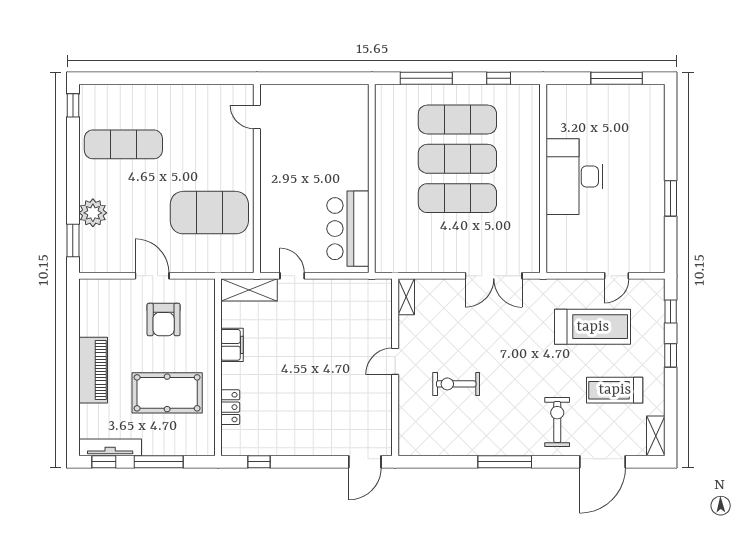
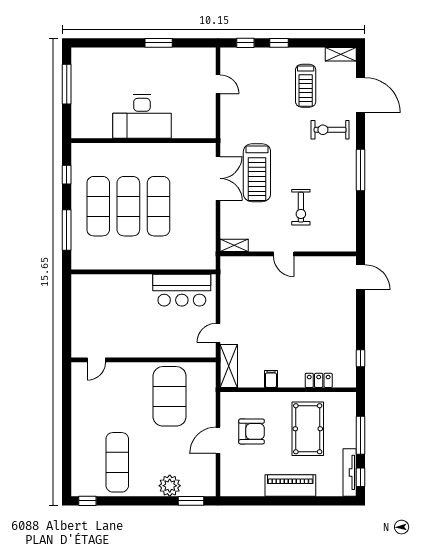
treadmill: (593, 327) -> (257, 173), moved, turned 180
filing cabinet: (232, 345) -> (271, 379), width x0.50

